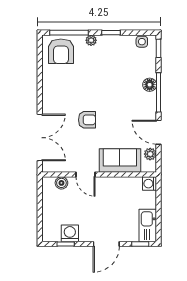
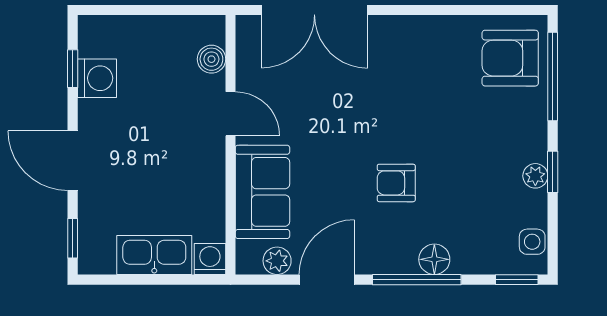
plant: (91, 40) -> (535, 176), moved
armchair: (87, 120) -> (396, 183), moved, turned 90
door: (85, 175) -> (230, 114), swing flipped
kitchen sink: (148, 225) -> (154, 255), moved

